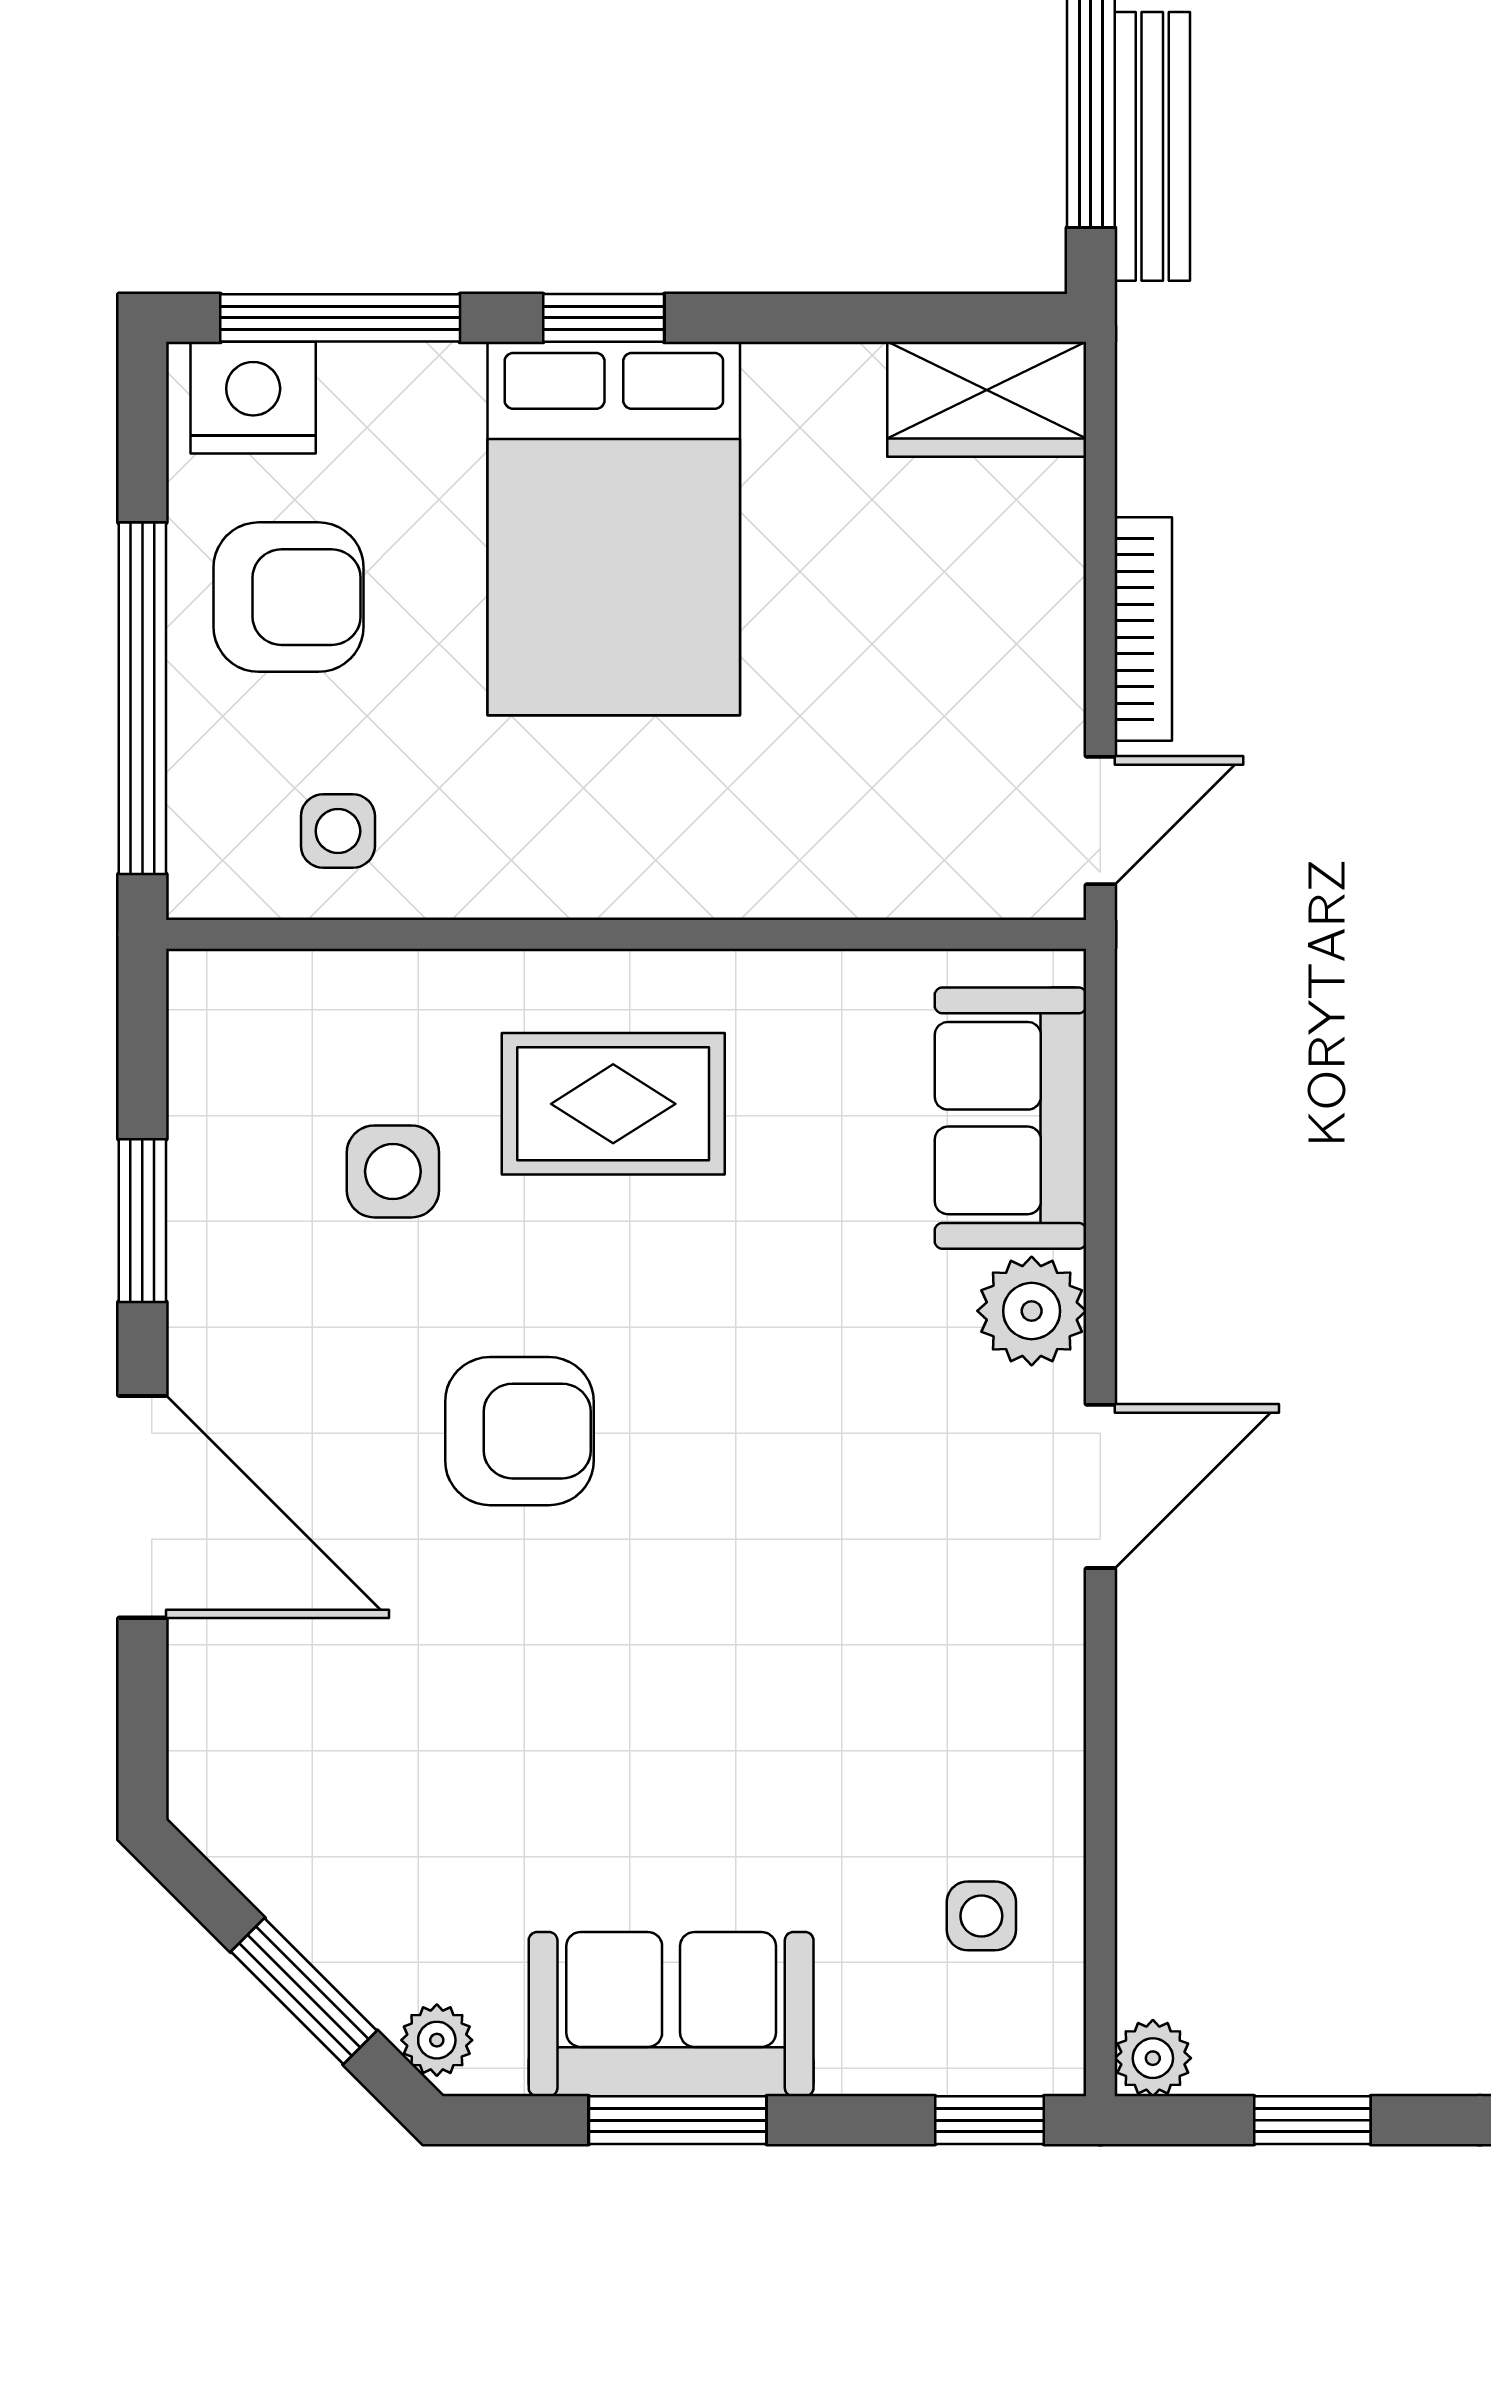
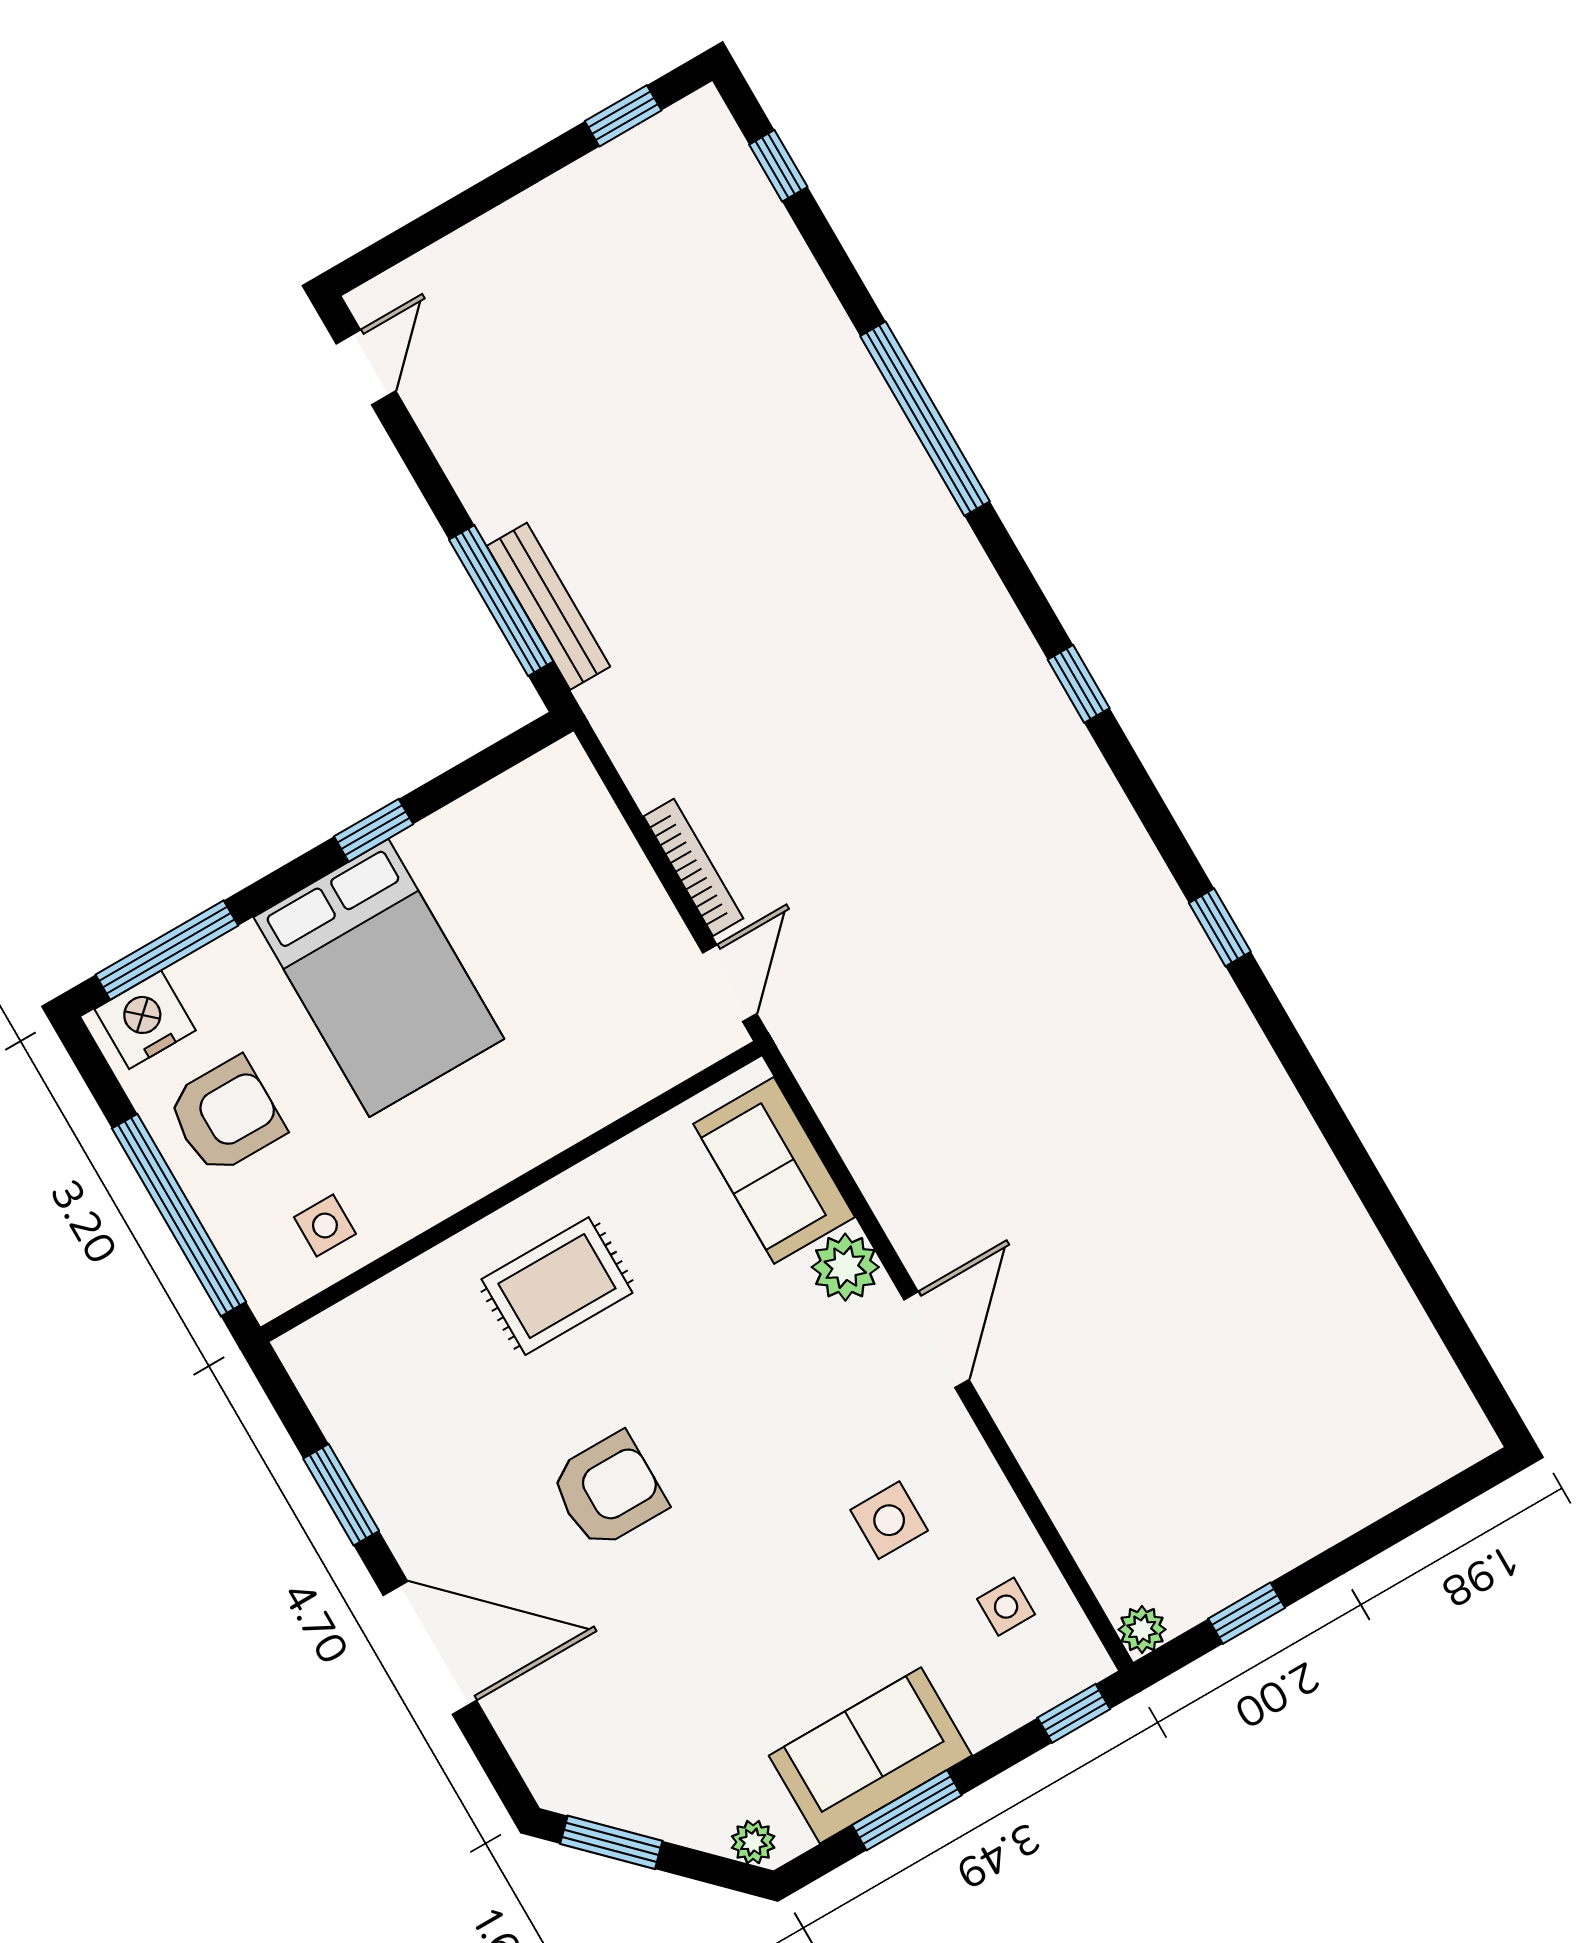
window: (604, 318) -> (374, 830), moved
wardrobe: (987, 399) -> (538, 793), removed
side table: (393, 1171) -> (889, 1520), moved
window: (304, 1991) -> (611, 1842), moved

